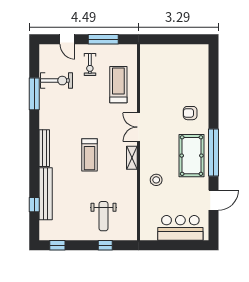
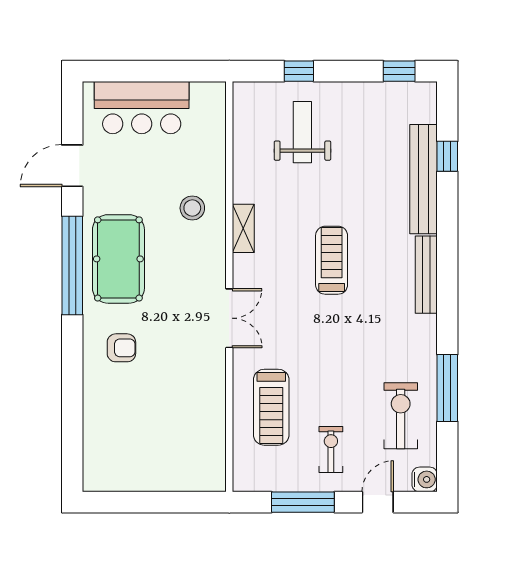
door: (67, 39) -> (378, 502), hinge flipped
water cooler: (45, 50) -> (425, 479), added
exercise bike: (57, 81) -> (401, 416), turned 90
shelving: (132, 158) -> (243, 228), moved

